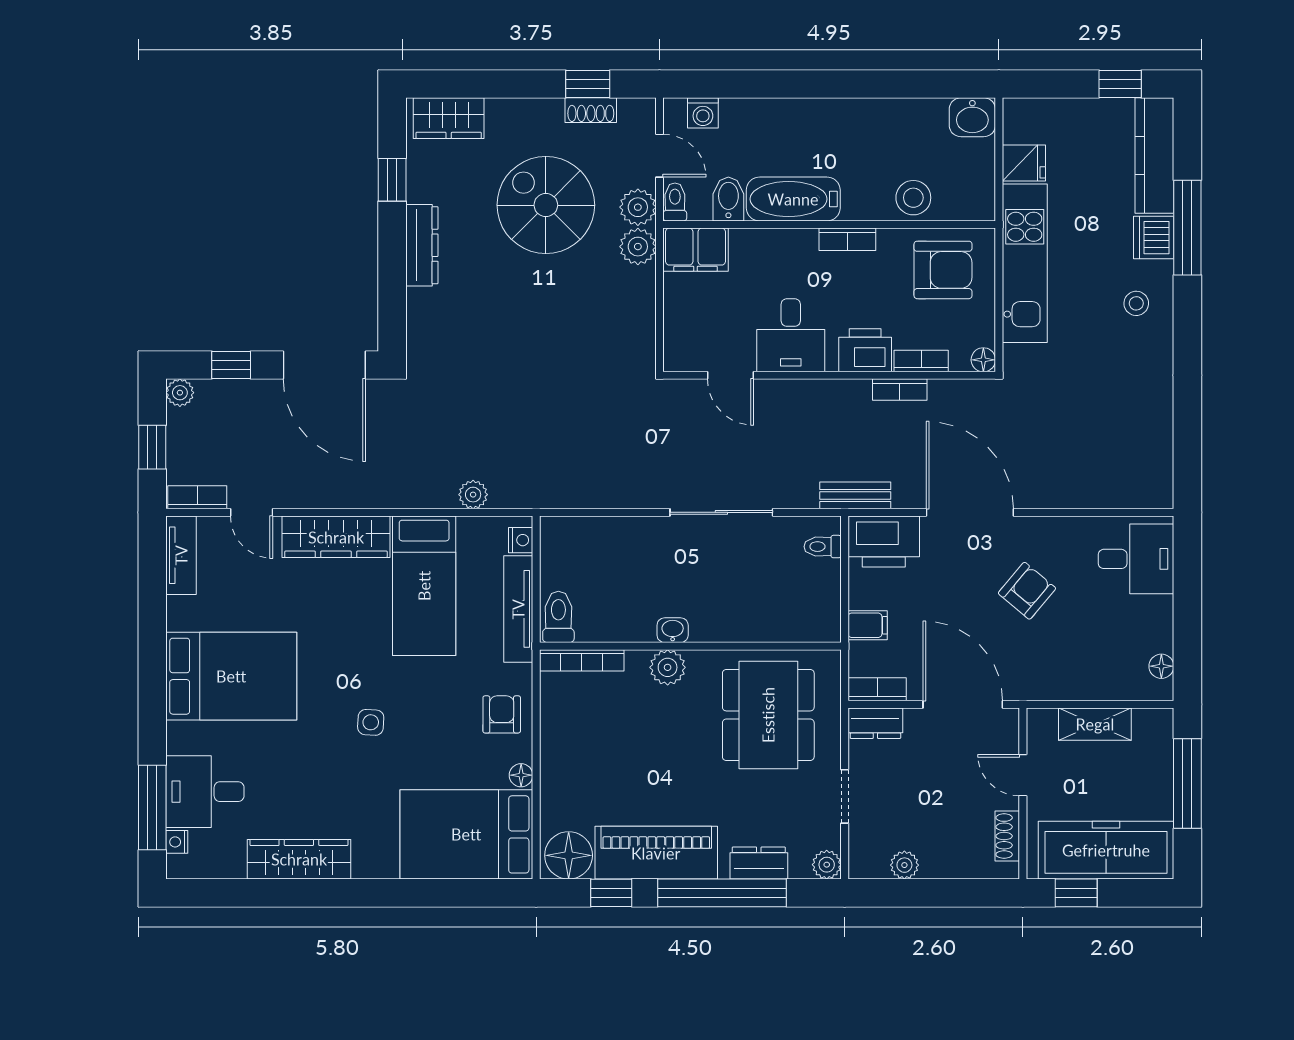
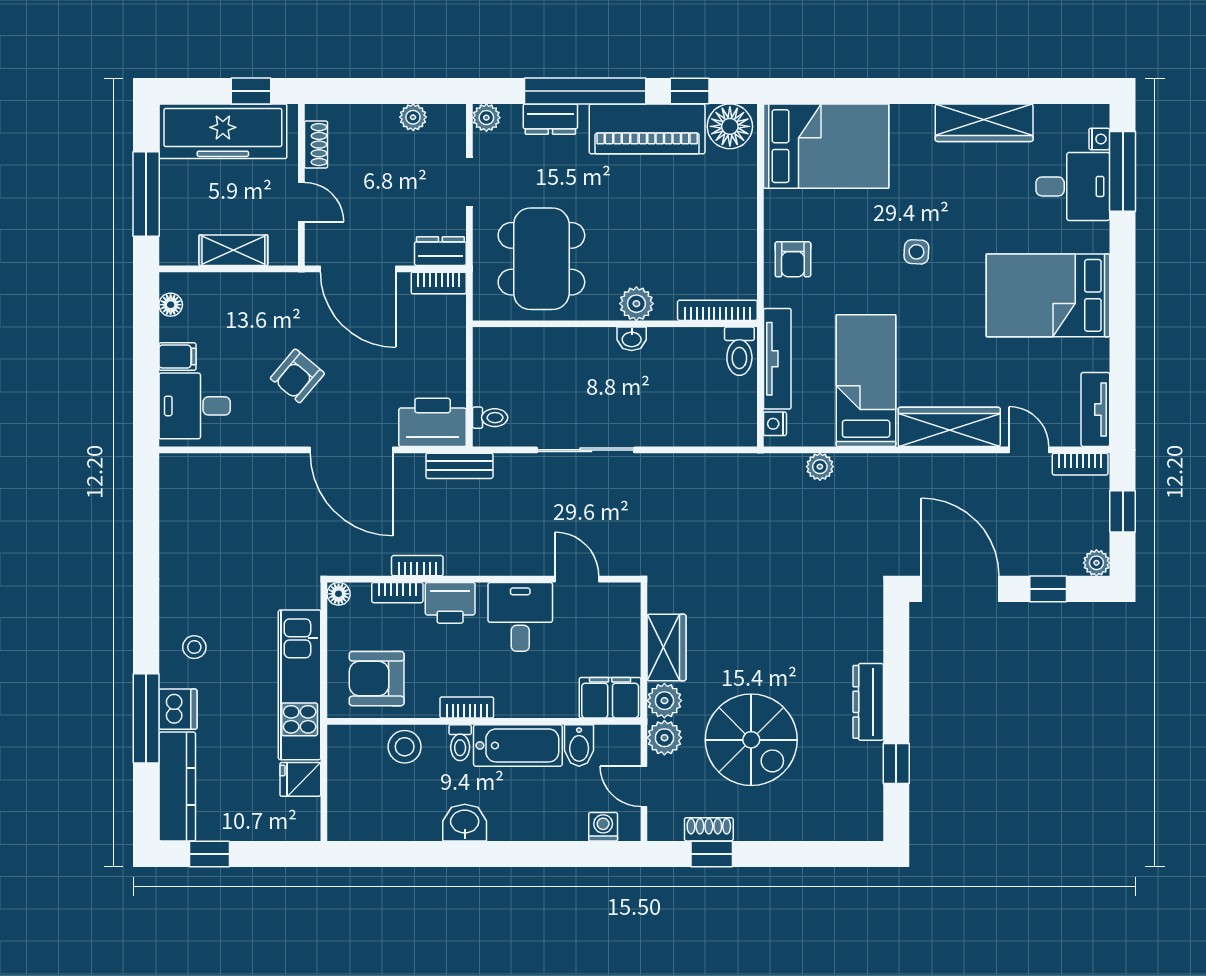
washbasin: (972, 117) -> (465, 823), moved
wardrobe: (449, 118) -> (667, 647), moved, turned 90
toilet: (675, 202) -> (460, 743), moved
filing cabinet: (868, 625) -> (177, 357), moved, turned 180
floor lamp: (521, 775) -> (775, 202), removed

